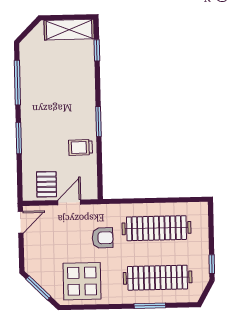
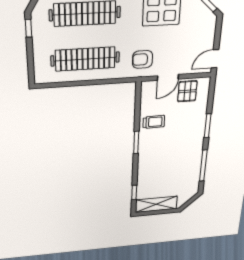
armchair: (103, 238) -> (142, 59), moved

